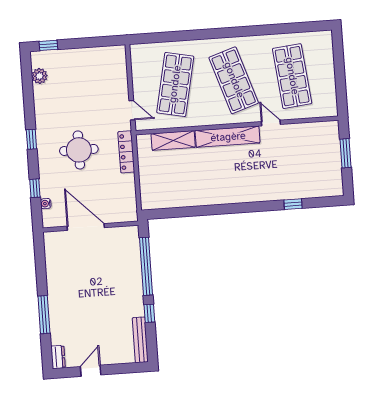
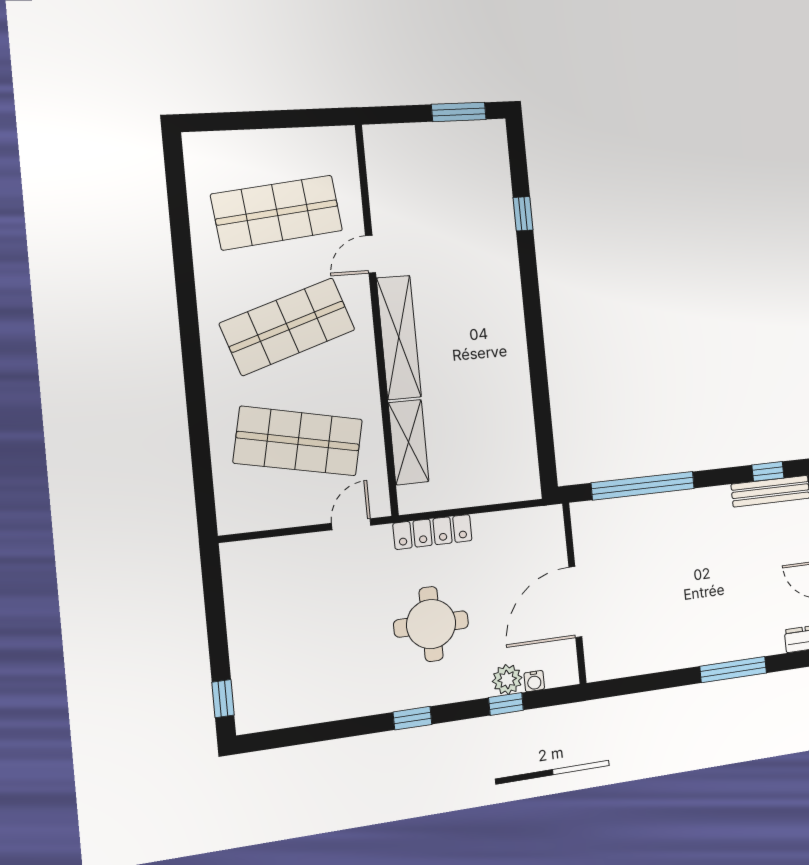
plant: (39, 76) -> (507, 679), moved
window: (345, 153) -> (459, 112), moved
window: (149, 313) -> (768, 471), moved

